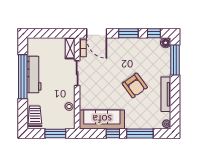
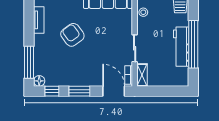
tv unit: (166, 94) -> (39, 20), width x0.71

